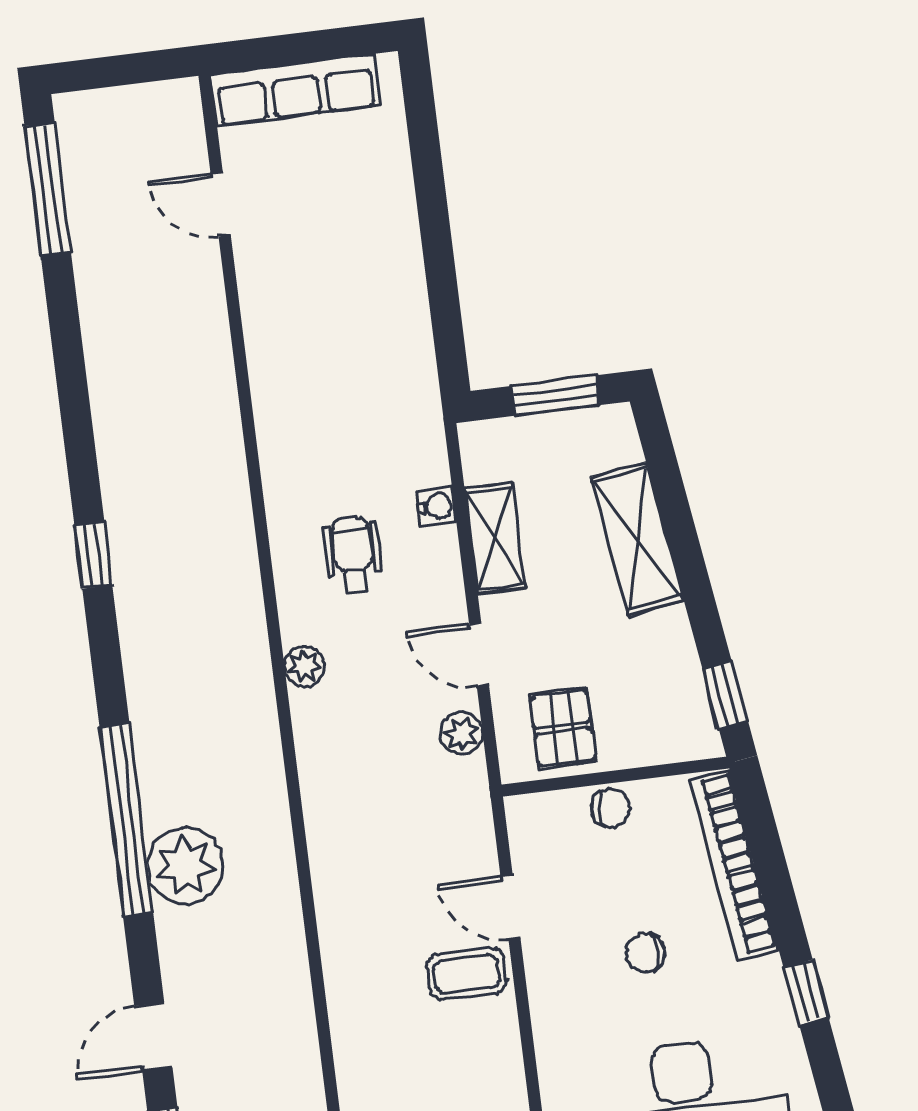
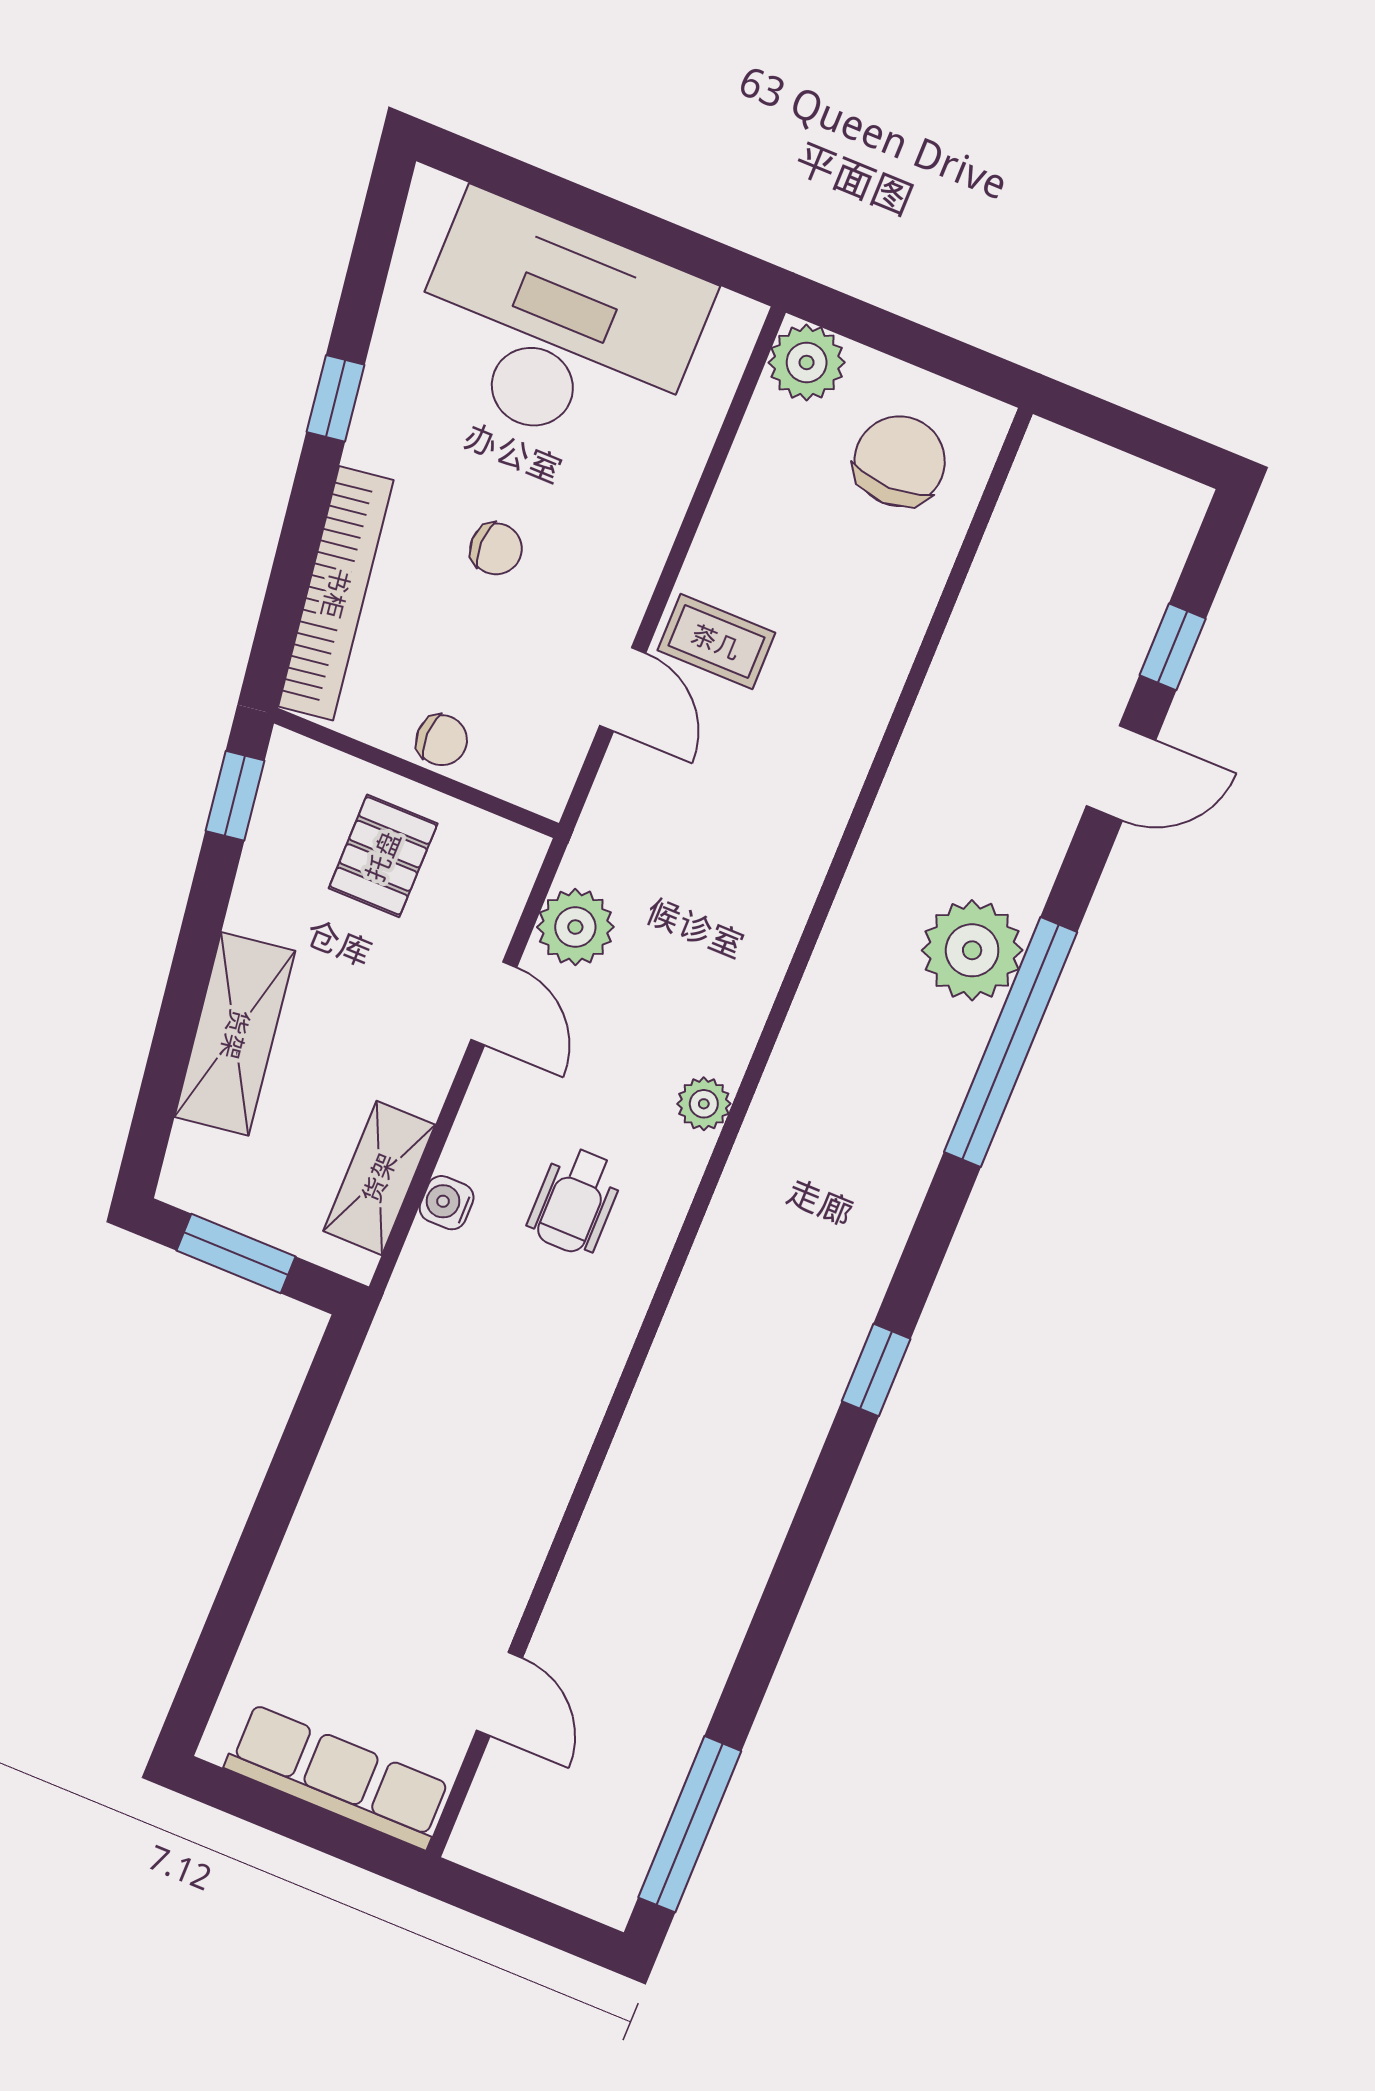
shelving: (495, 538) -> (379, 1178), moved
pallet: (563, 728) -> (383, 856), moved
plant: (462, 734) -> (575, 927), width x1.38, depth x1.38
chair: (610, 808) -> (442, 740), turned 180

